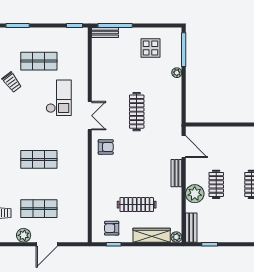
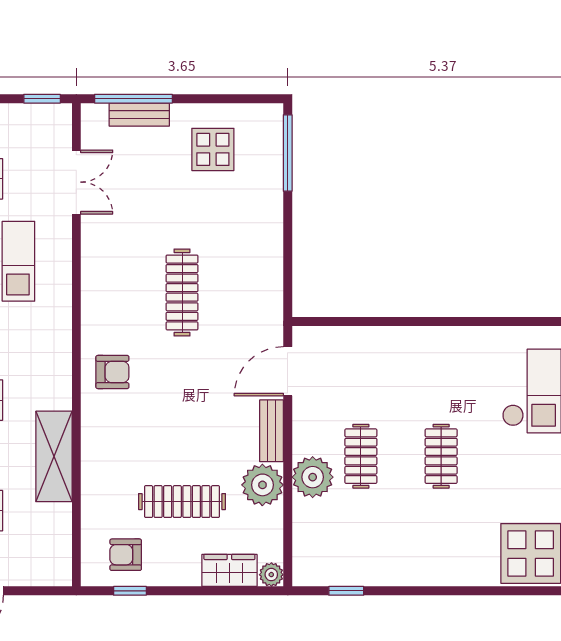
bench: (105, 33) -> (139, 115), moved
plant: (177, 73) -> (262, 485), moved, width x1.88, depth x1.88
double door: (90, 116) -> (76, 182), moved
door: (184, 147) -> (288, 371), swing flipped
shelving: (80, 184) -> (54, 456), added
bench: (191, 228) -> (305, 553), removed
wardrobe: (152, 235) -> (229, 570), width x0.67

